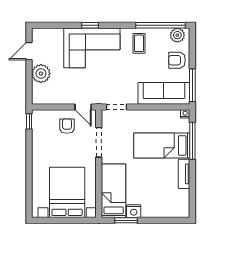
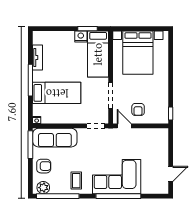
window: (90, 25) -> (118, 196), width x3.17
plant: (41, 74) -> (160, 155), removed
window: (192, 141) -> (30, 80), moved
tv unit: (184, 174) -> (38, 58), moved

